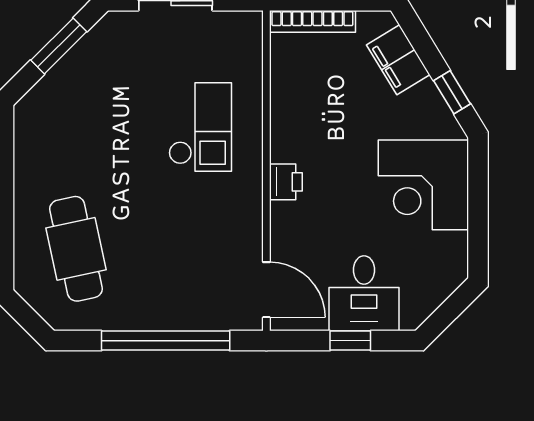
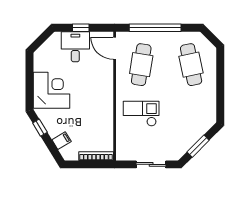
filing cabinet: (398, 60) -> (62, 141), width x0.50
checkout: (200, 127) -> (141, 114), turned 90
printer: (286, 182) -> (107, 92), removed
cafe table: (200, 249) -> (141, 65), added

